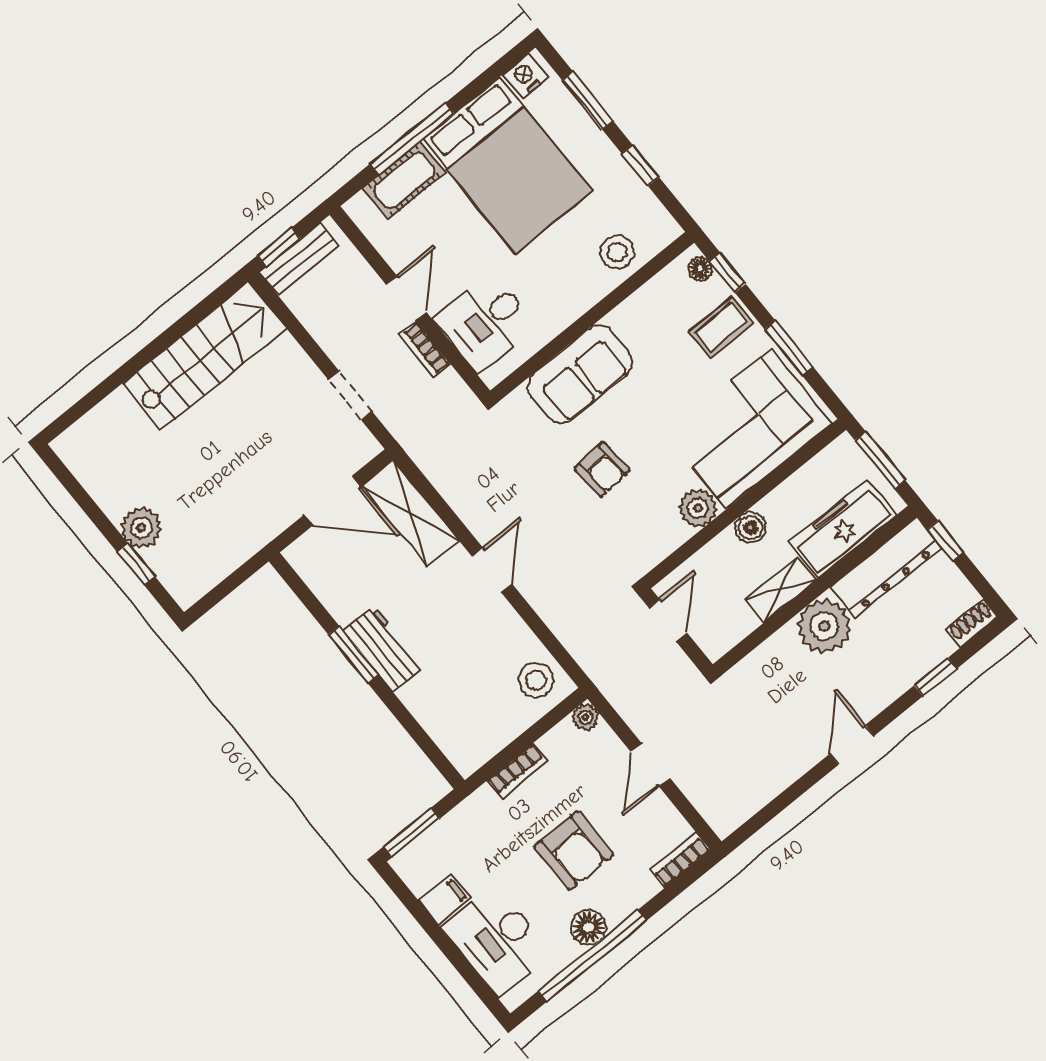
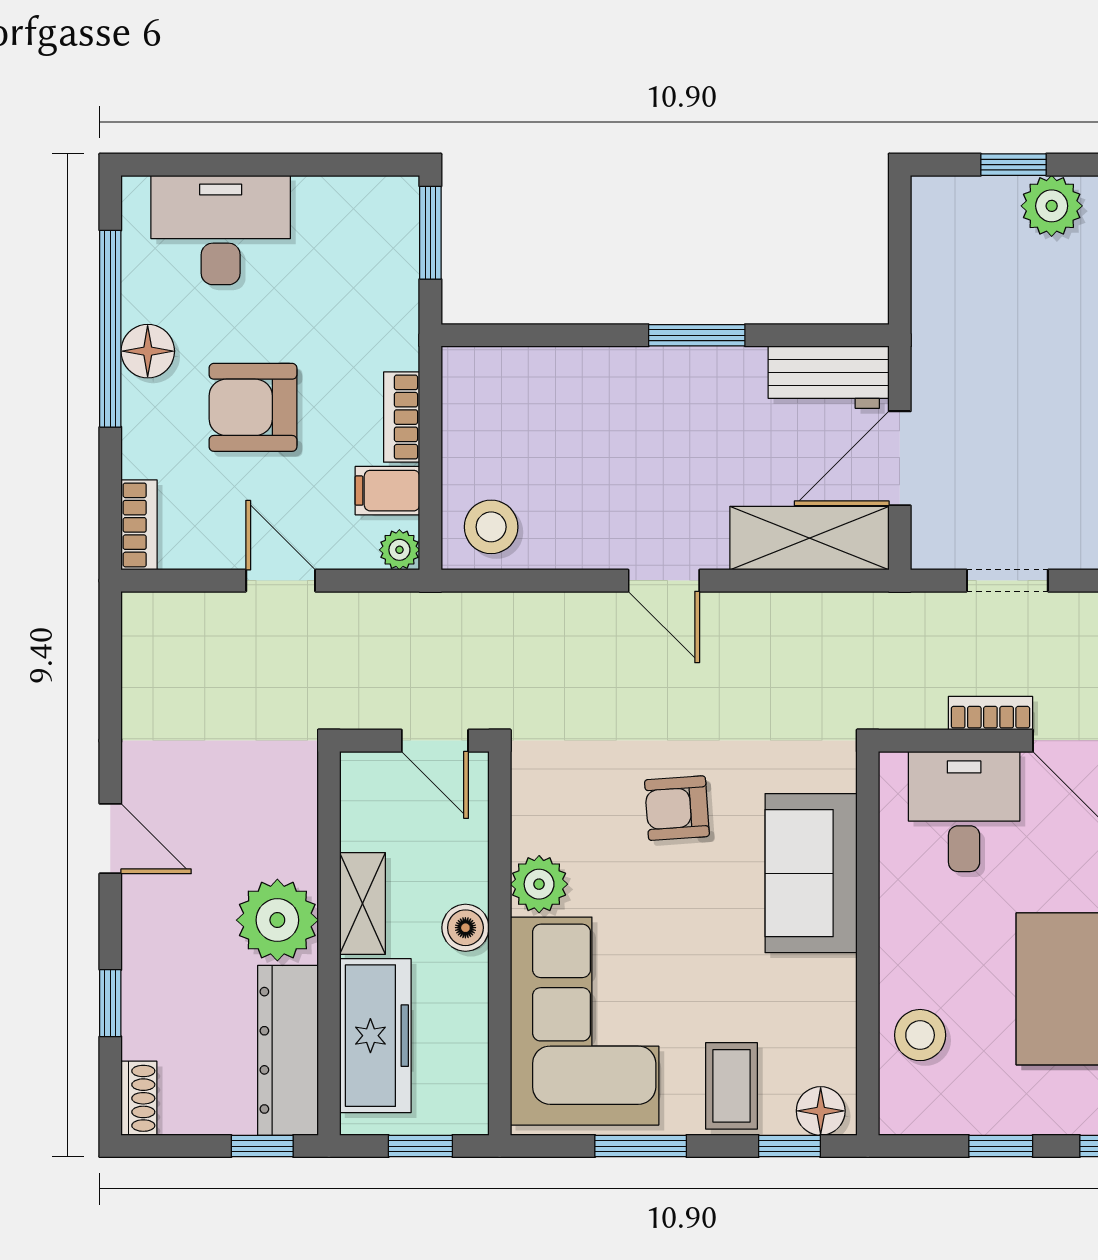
floor lamp: (700, 268) -> (821, 1111), width x1.37, depth x1.37
window: (880, 460) -> (420, 1146), width x0.67
workbench: (384, 648) -> (829, 377), moved
filing cabinet: (445, 900) -> (387, 491), moved, turned 90

